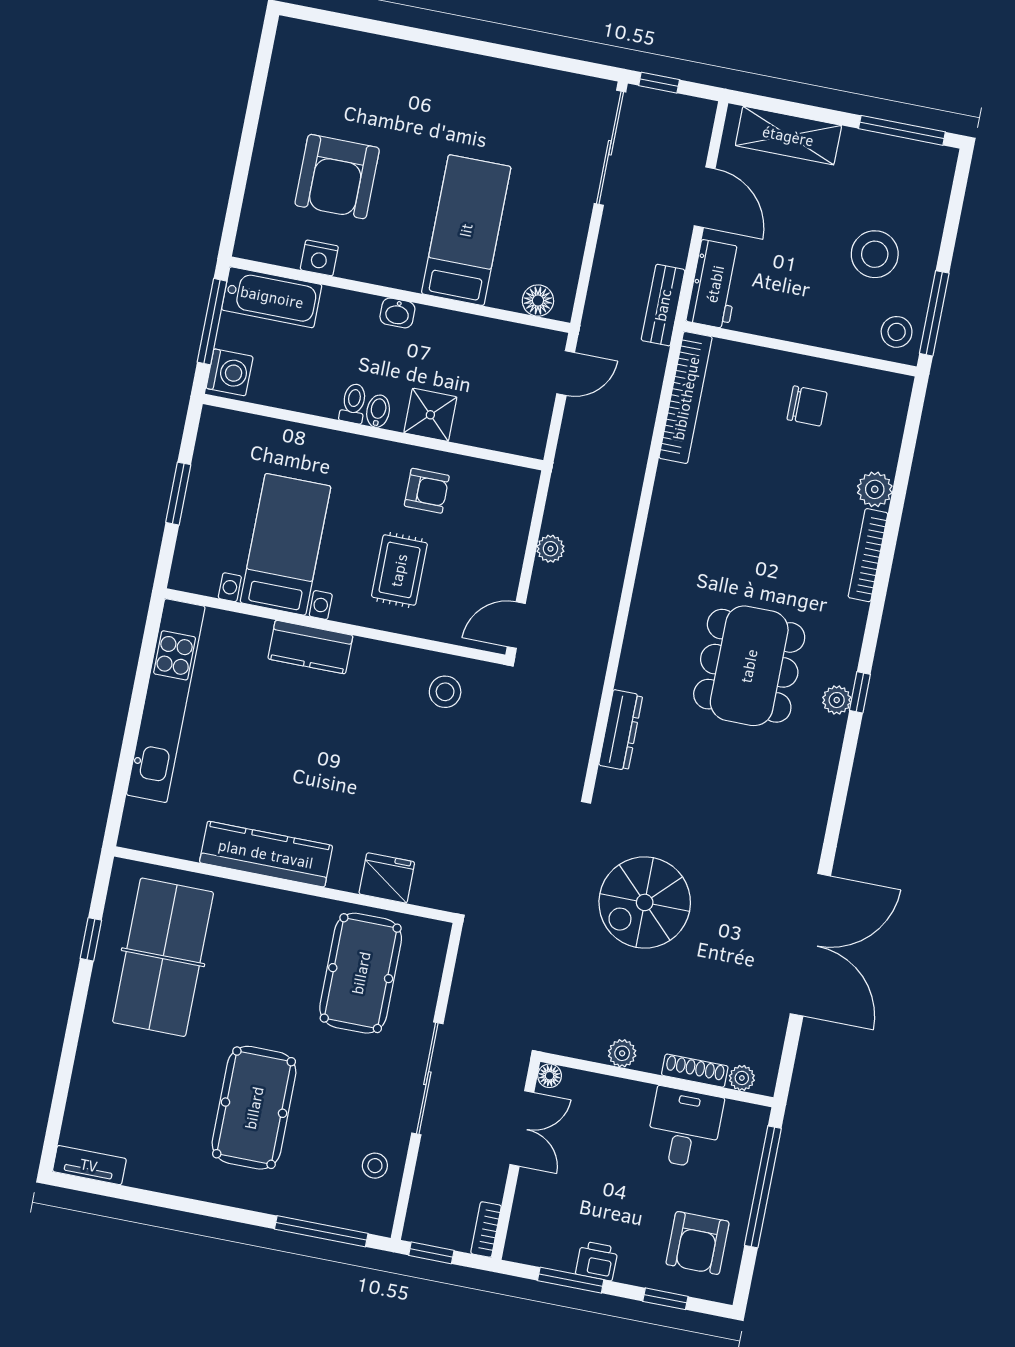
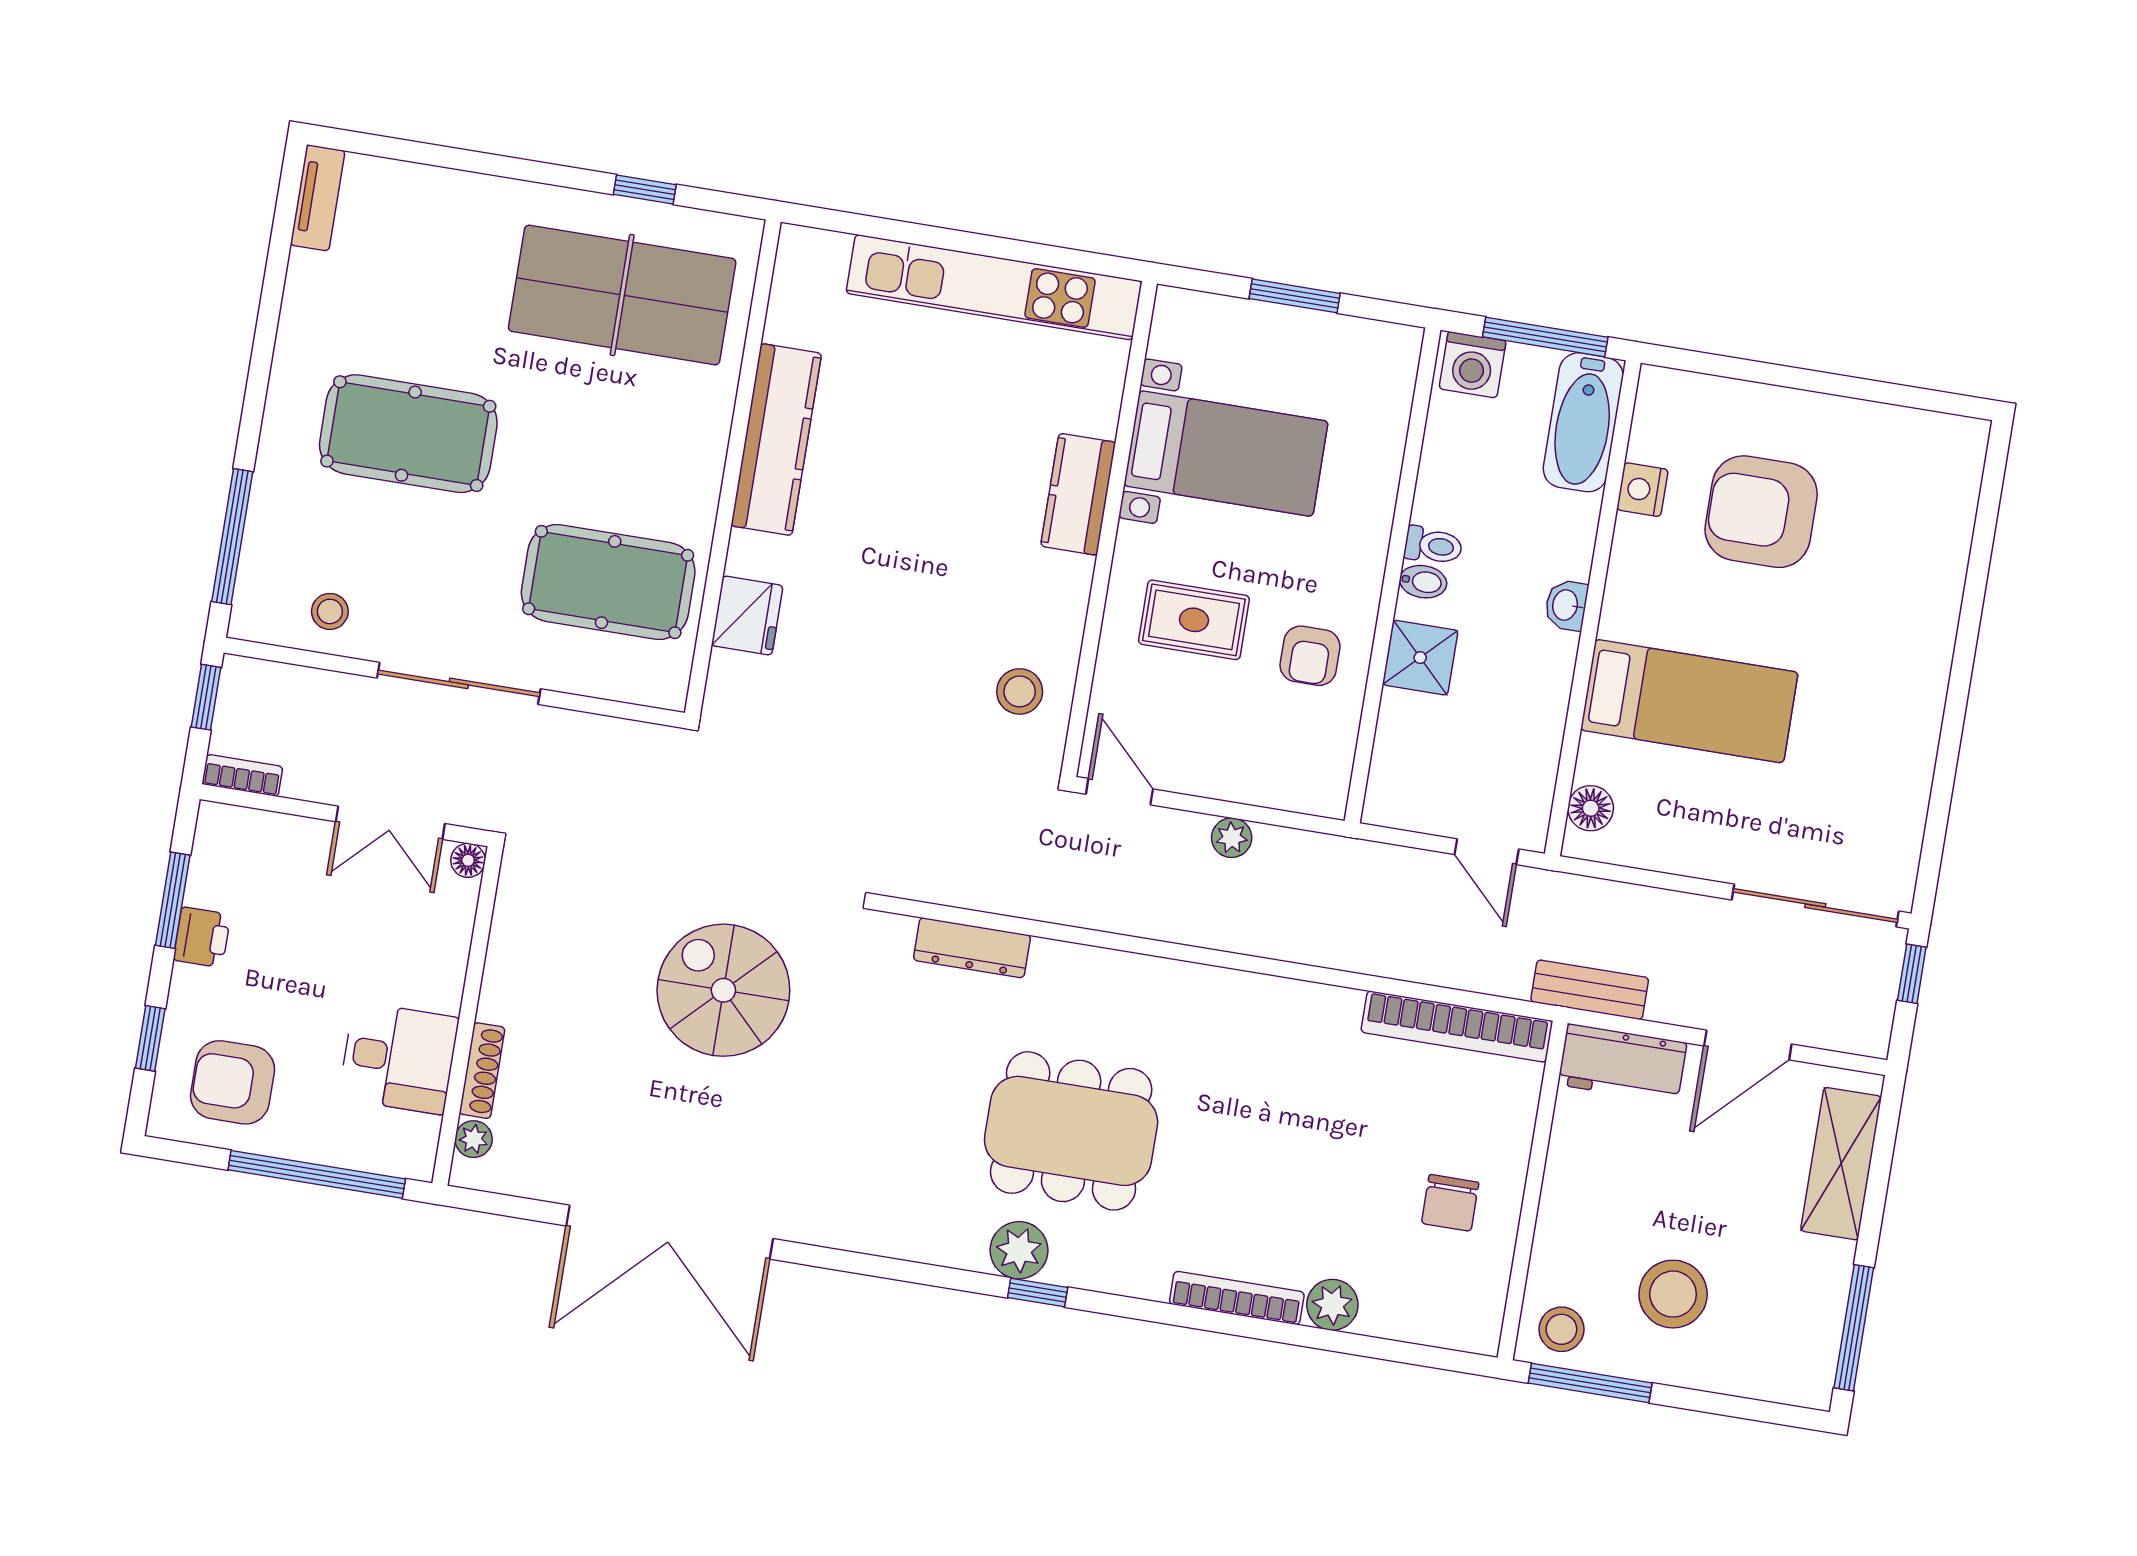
plant: (837, 700) -> (1019, 1250), width x1.38, depth x1.38
plant: (622, 1053) -> (504, 964), removed

